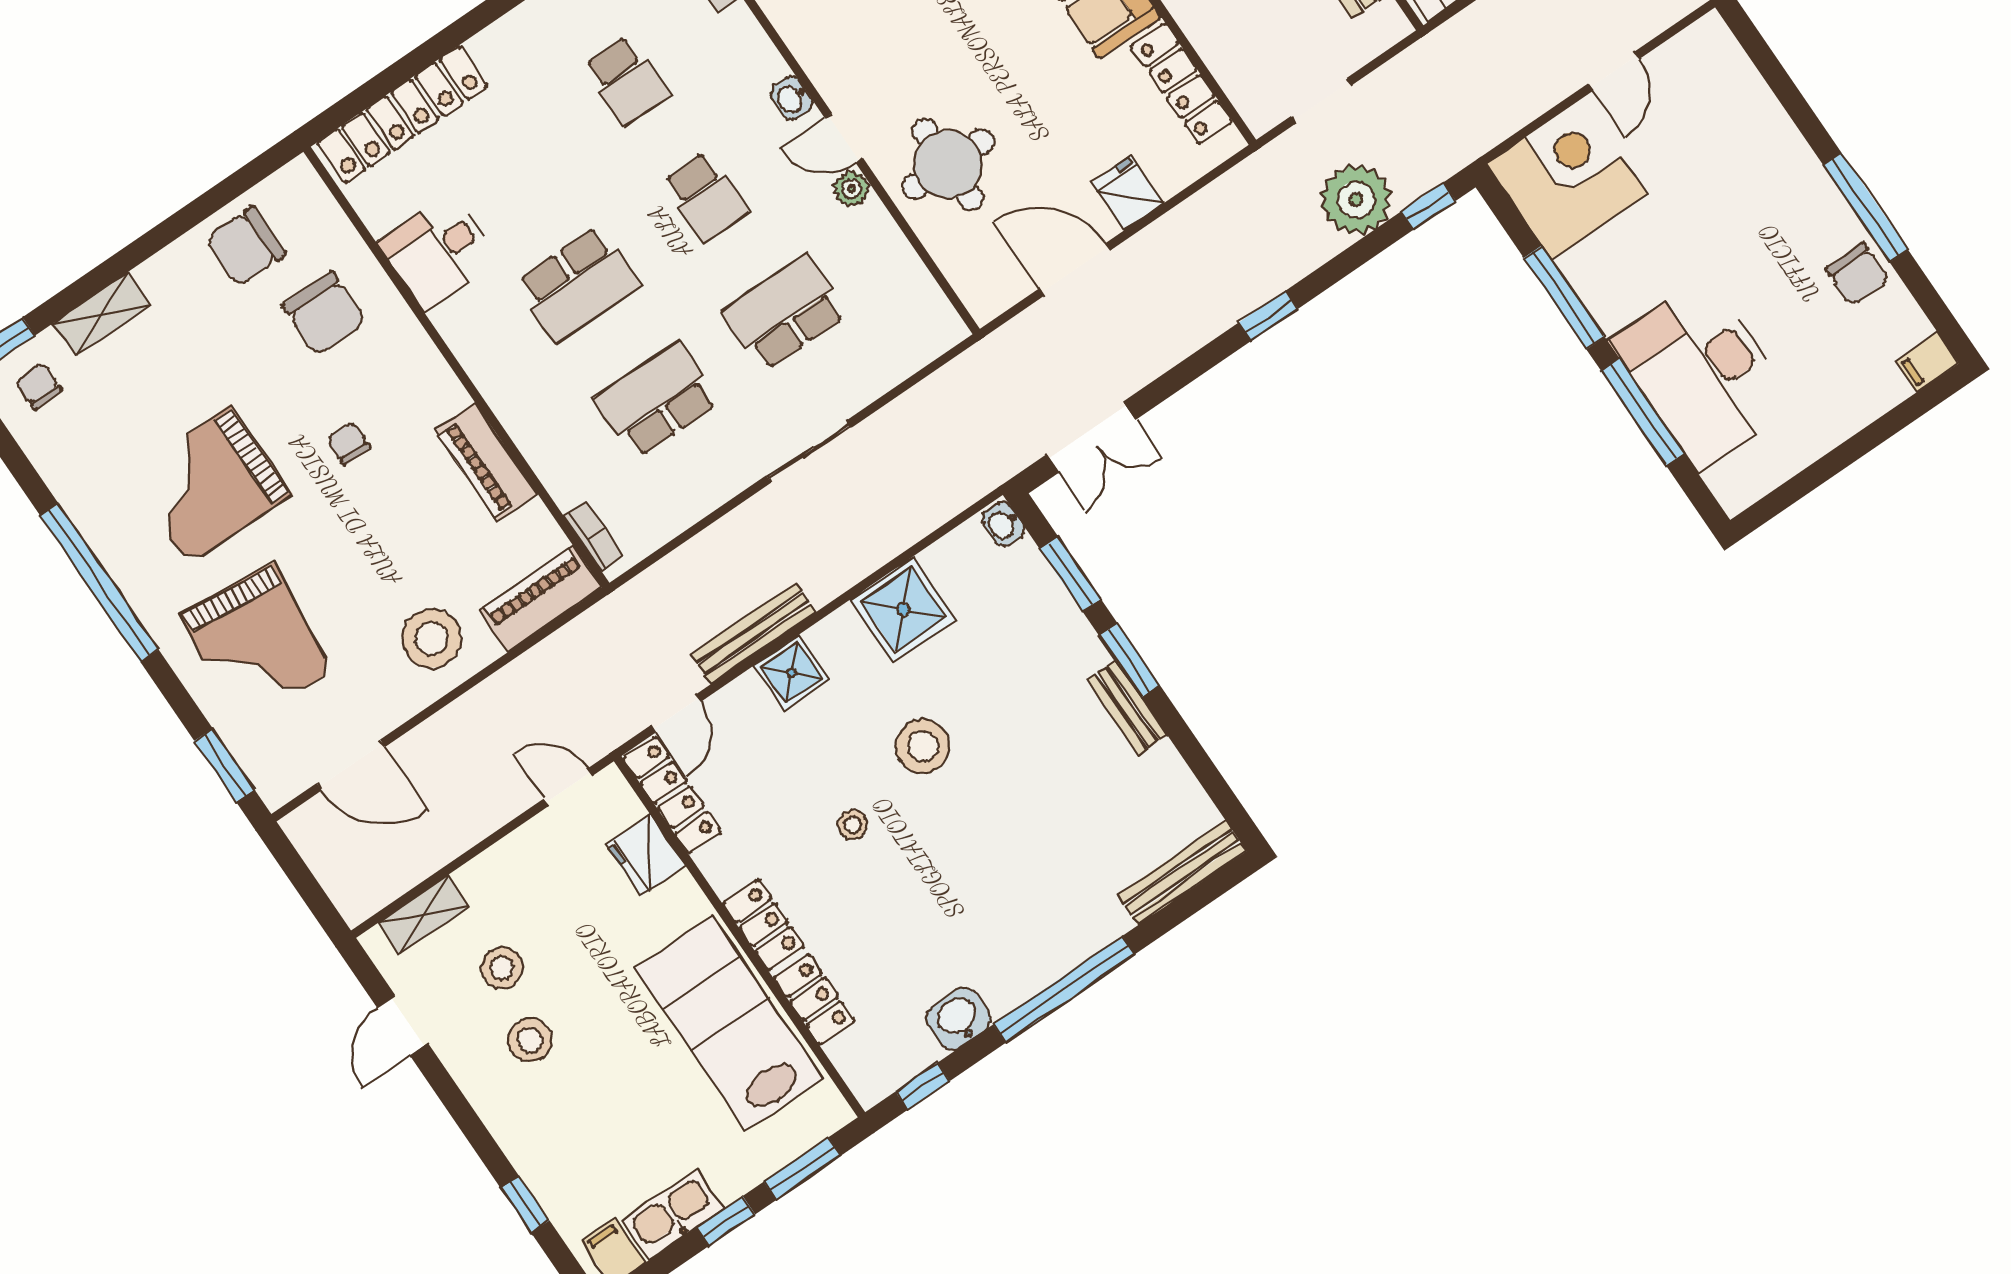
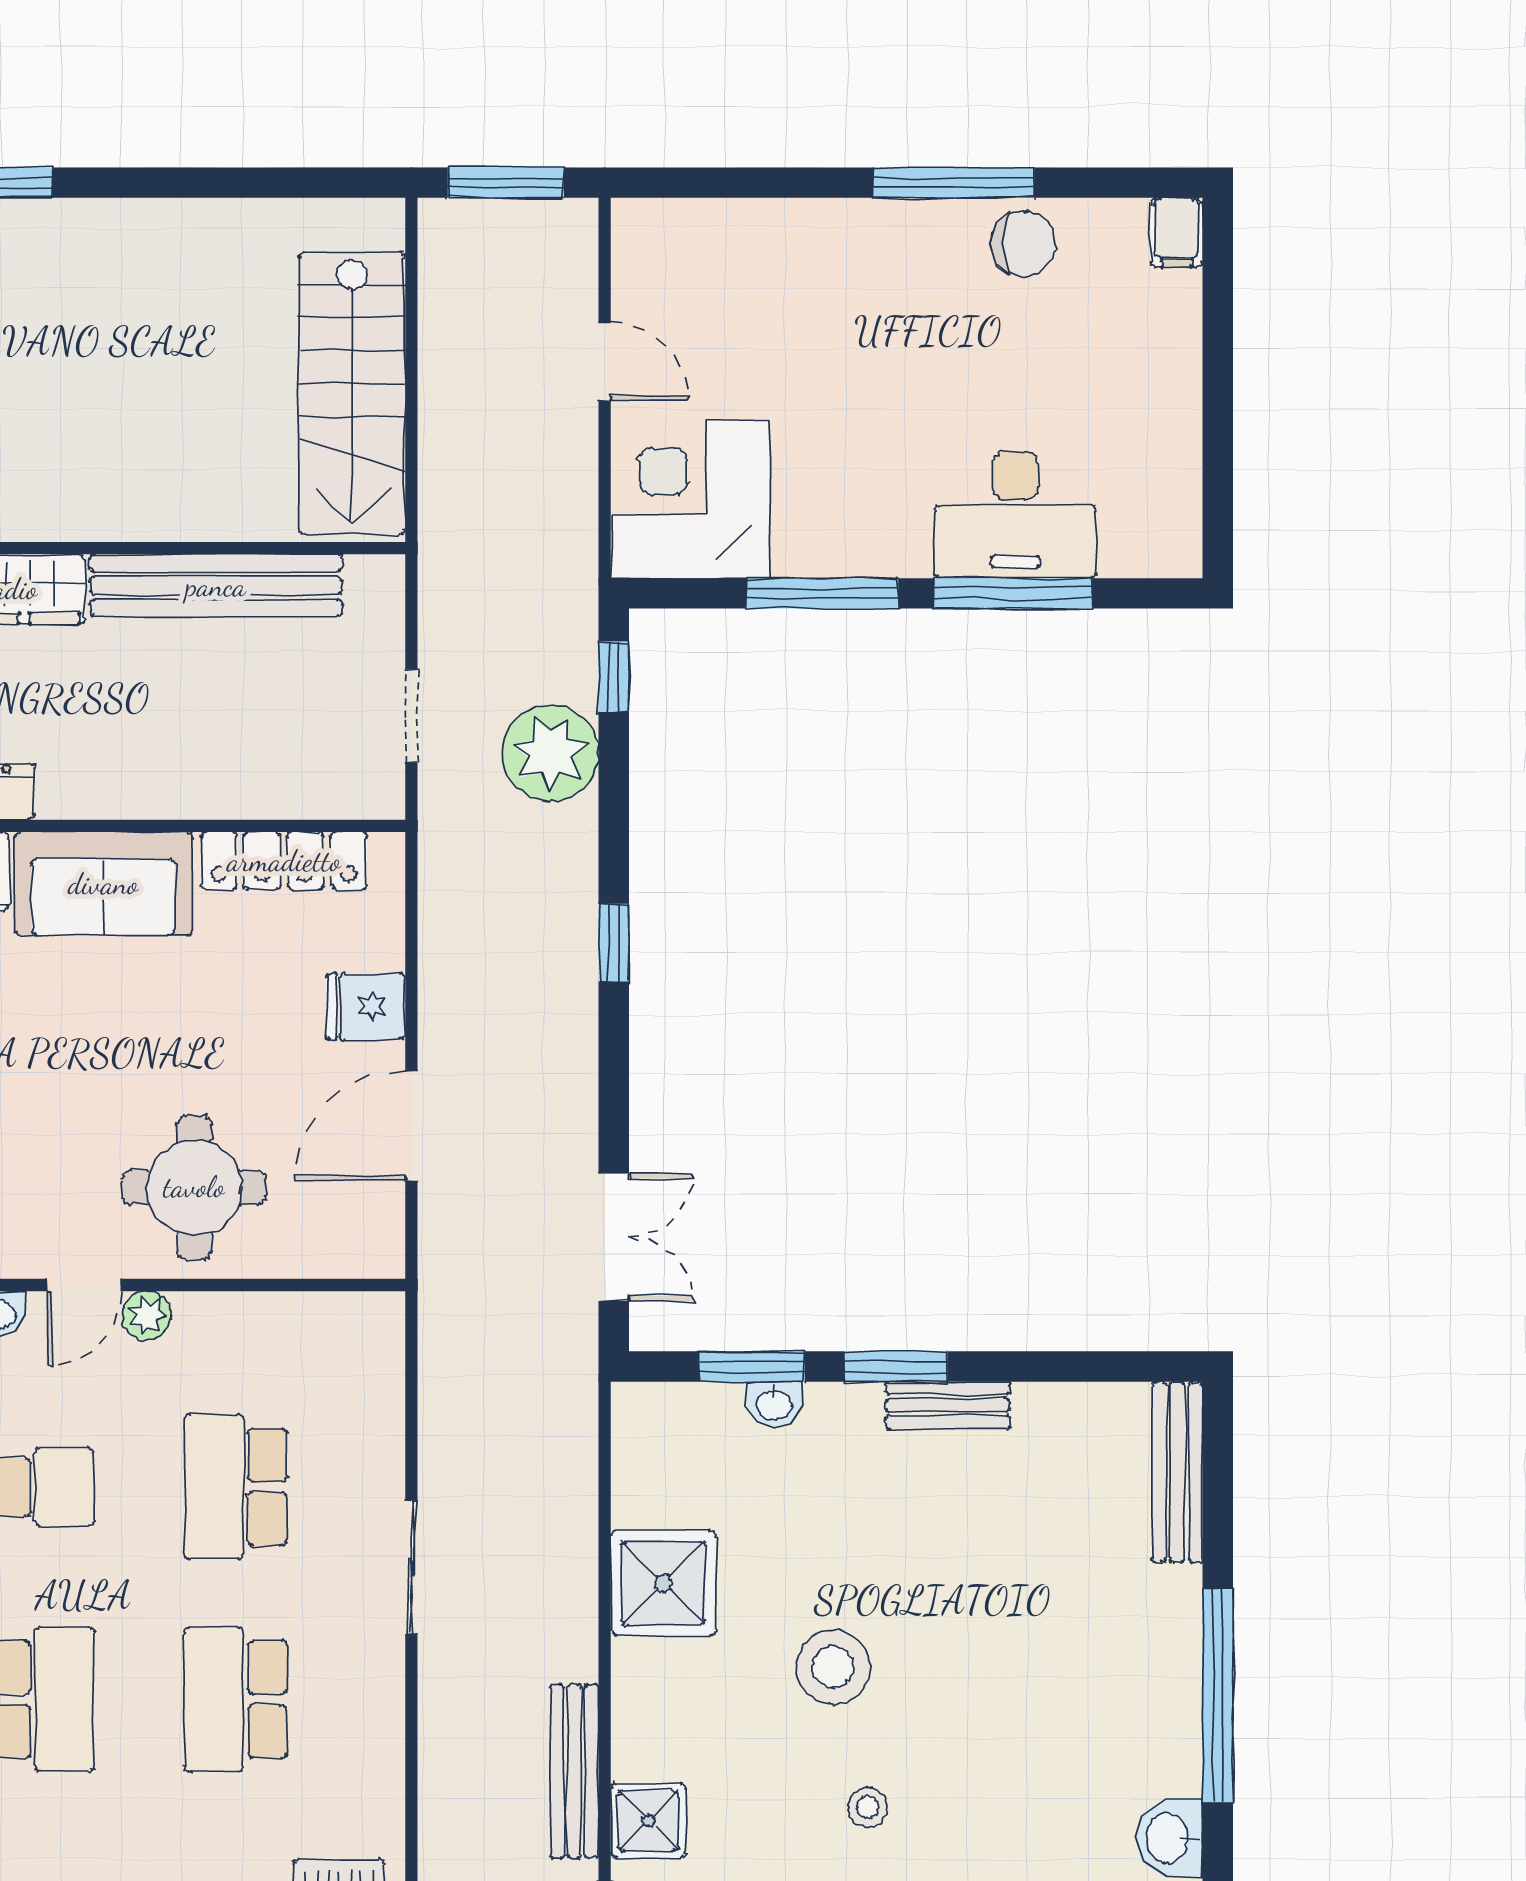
desk: (1702, 373) -> (1015, 515), width x0.73, depth x0.77
washbasin: (1003, 524) -> (774, 1404), moved
shower: (792, 673) -> (648, 1821), moved

